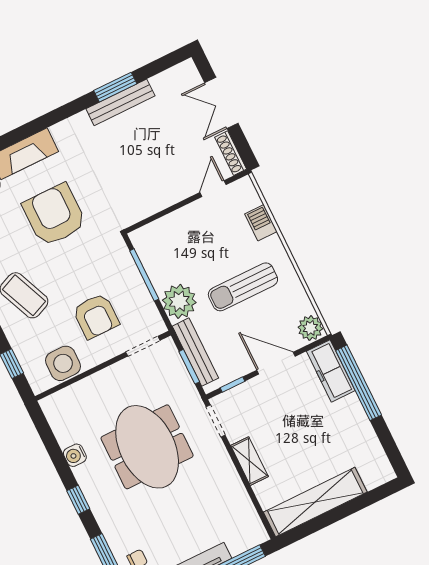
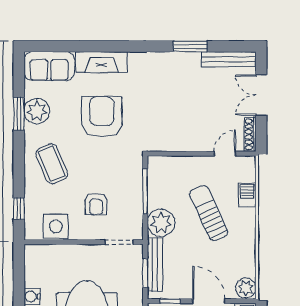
bench: (120, 102) -> (229, 59), moved
sun lounger: (243, 287) -> (209, 213), moved, turned 65
armchair: (96, 316) -> (96, 204), width x0.72, depth x0.72

